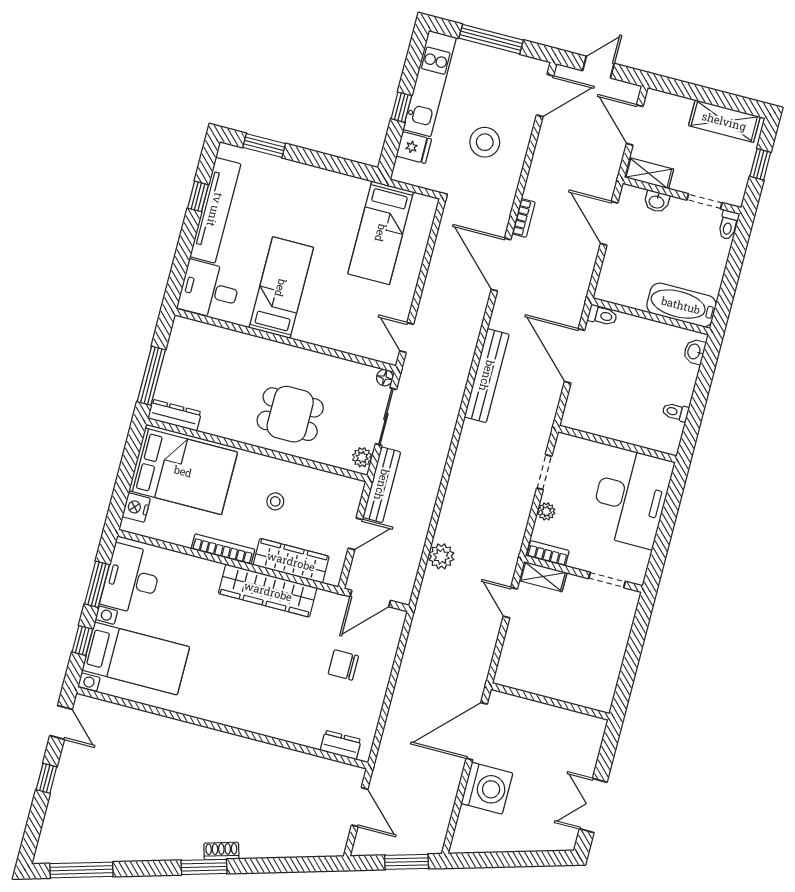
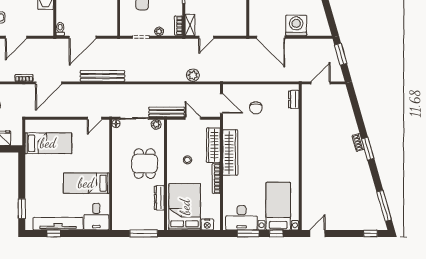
dresser: (175, 415) -> (159, 198), moved
window: (46, 778) -> (370, 233), moved

